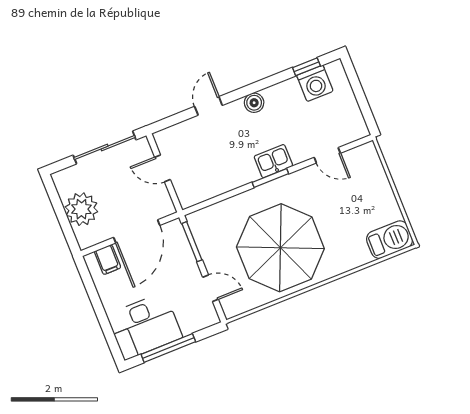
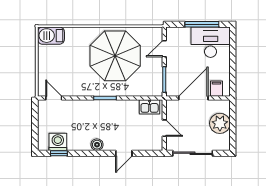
door: (327, 155) -> (54, 98), moved
kitchen sink: (273, 161) -> (150, 107), moved
door: (211, 288) -> (164, 49), hinge flipped

